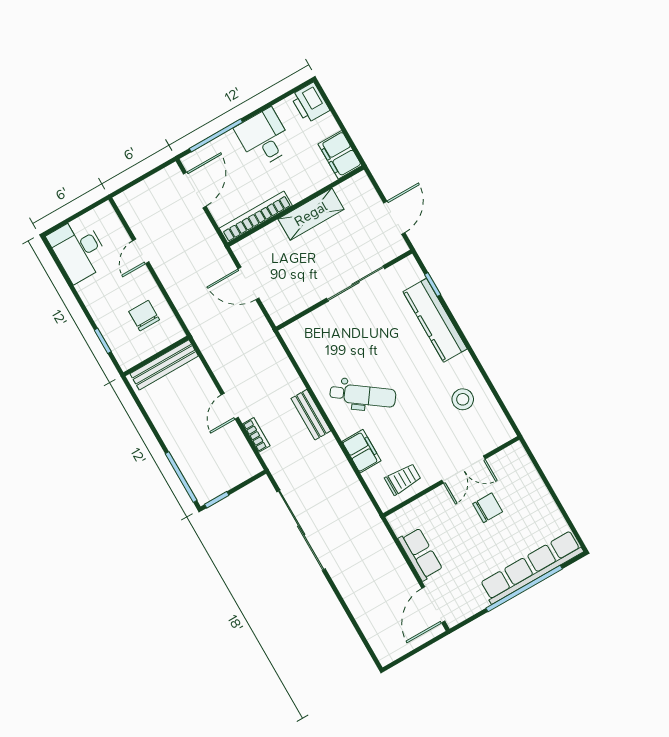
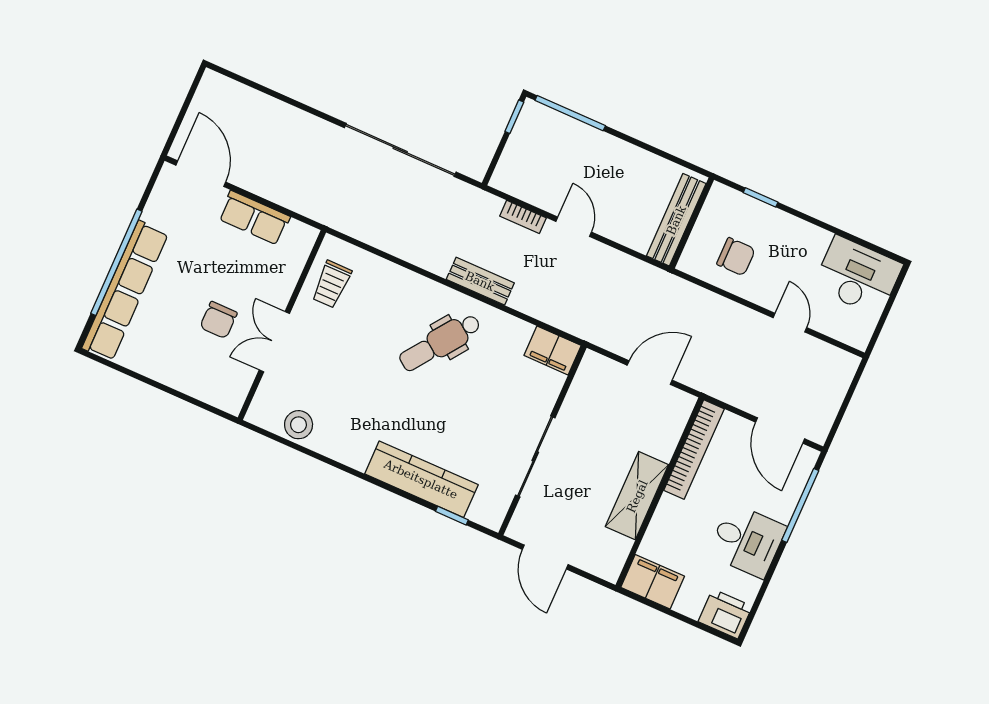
stool: (463, 399) -> (299, 425), moved
filing cabinet: (361, 451) -> (553, 350), moved

